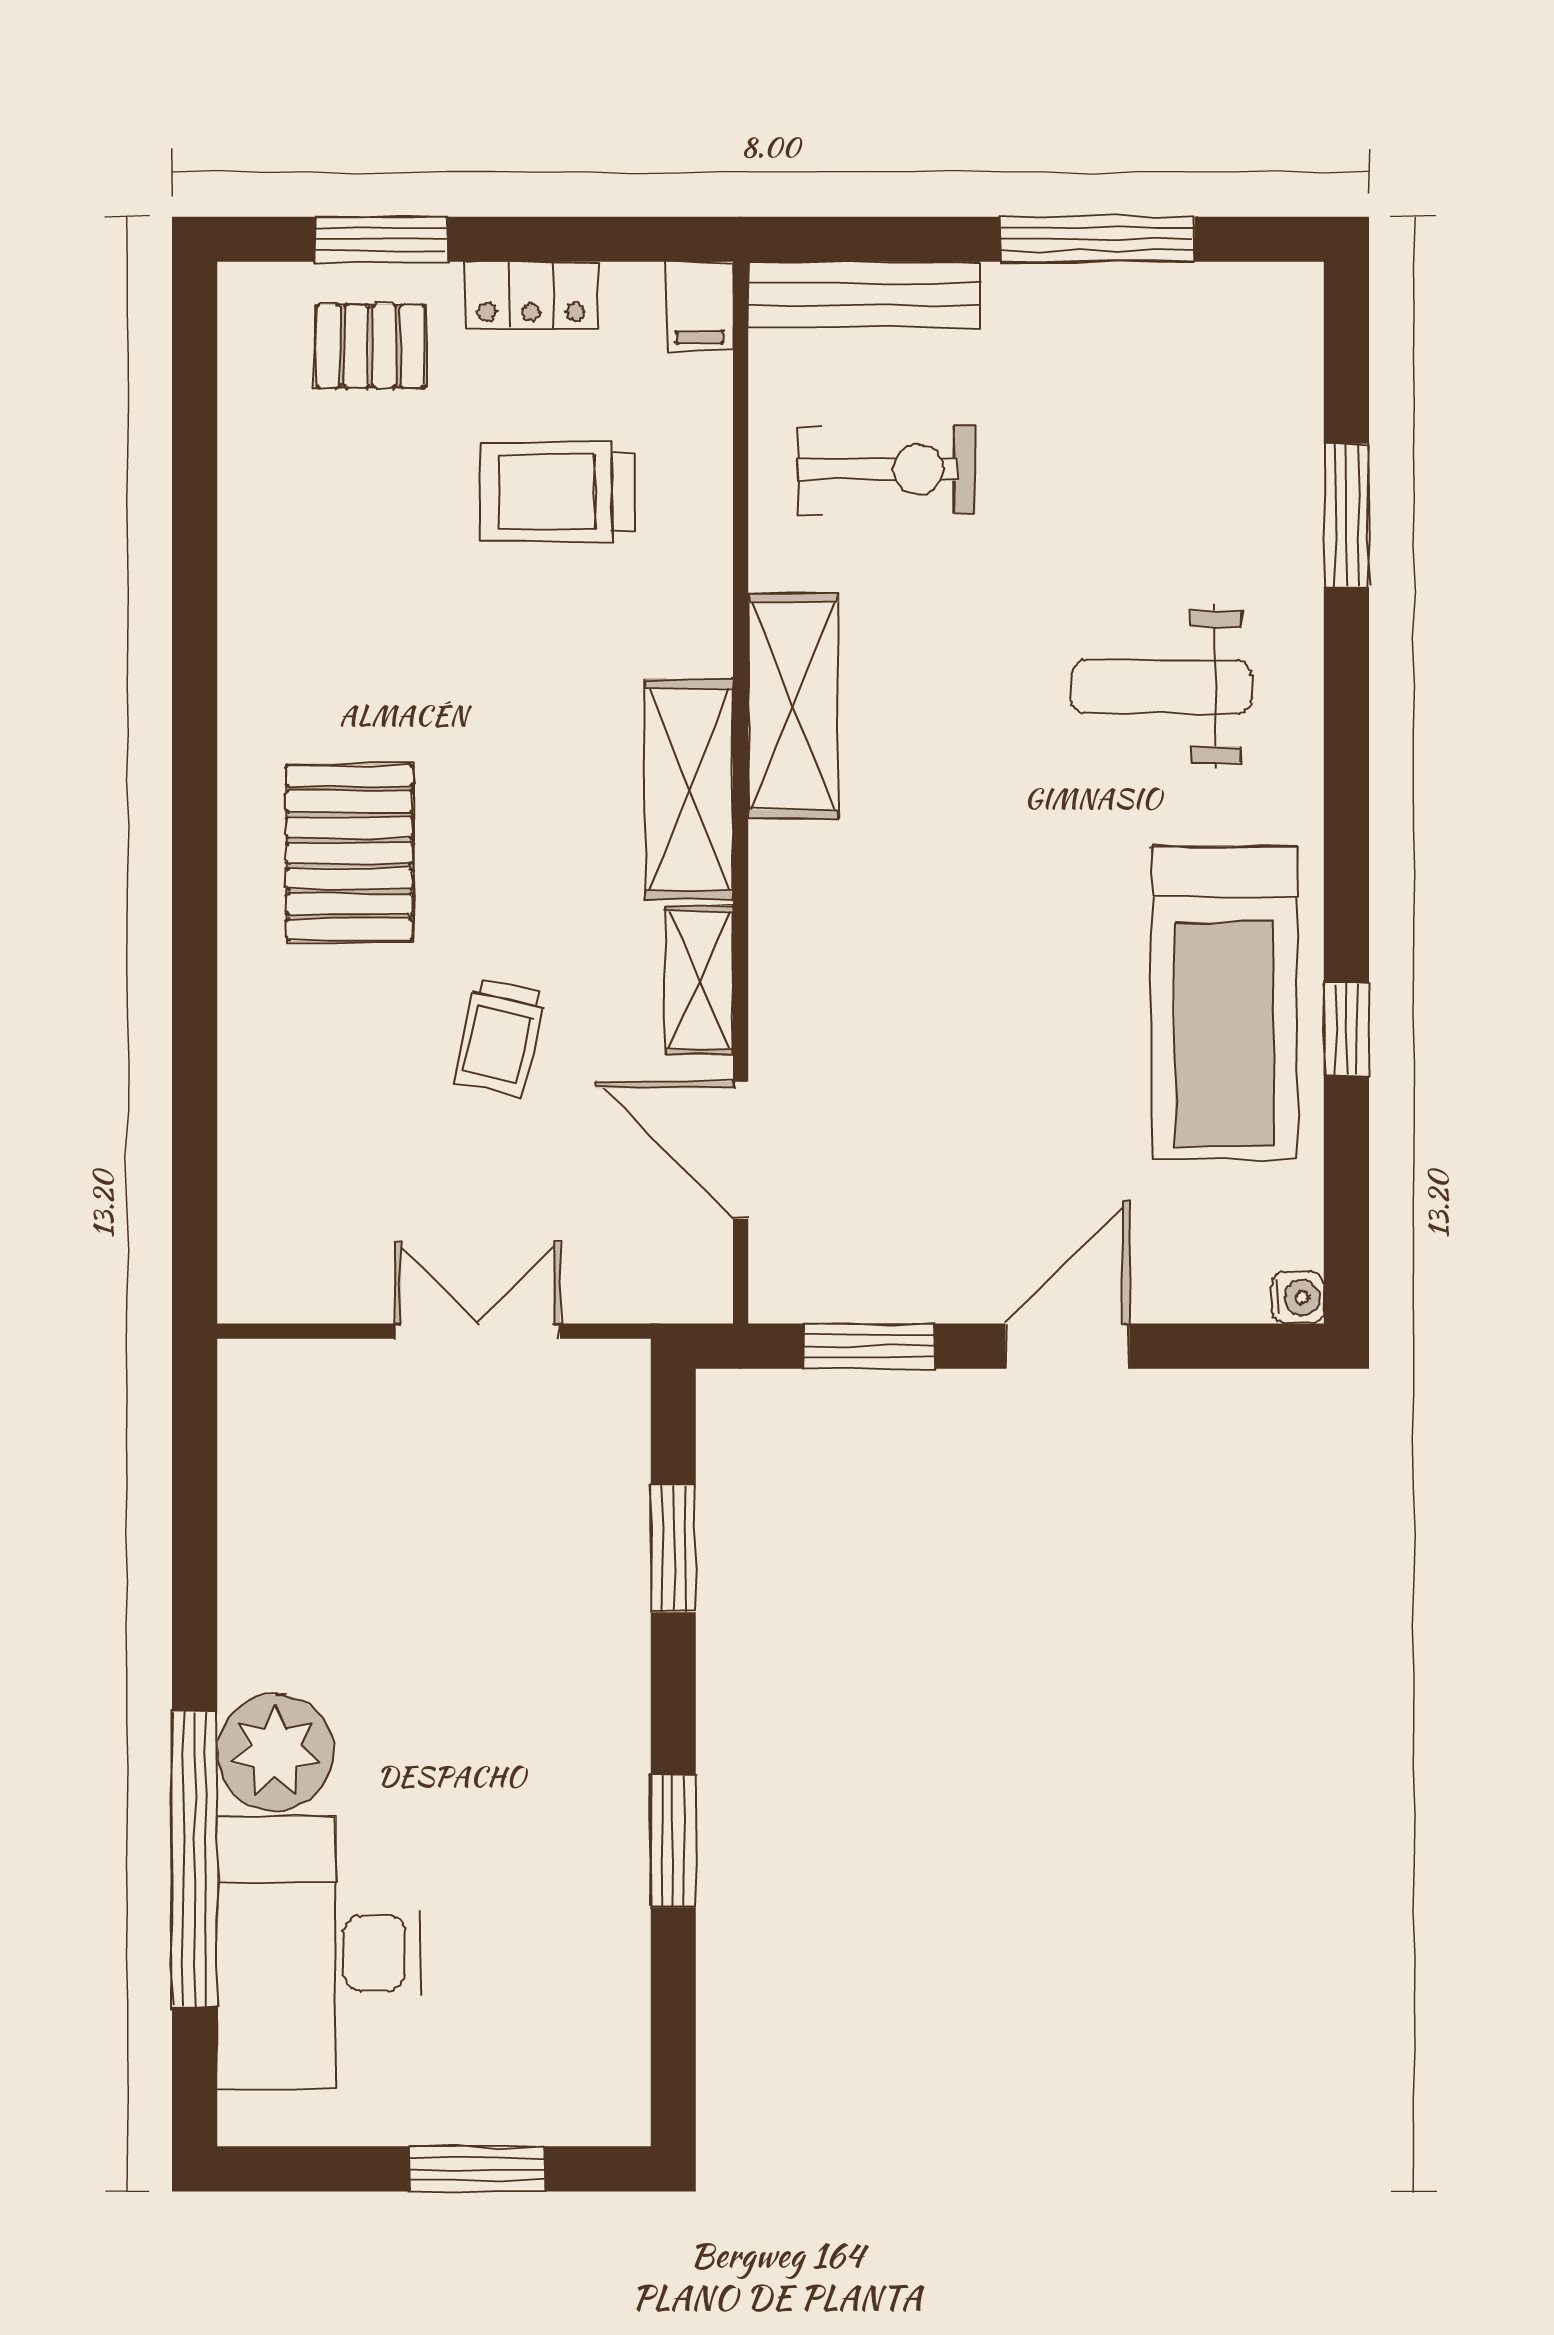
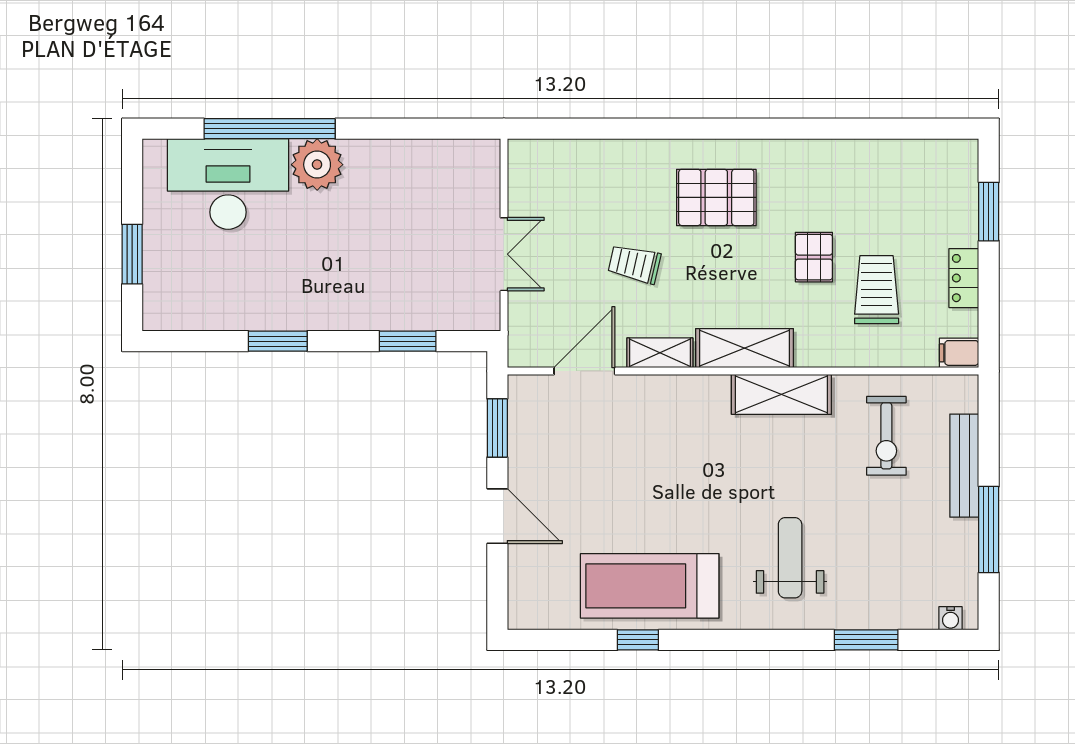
bench: (864, 294) -> (964, 466), moved
pallet: (370, 346) -> (814, 257), moved
water cooler: (1298, 1297) -> (951, 618), moved

